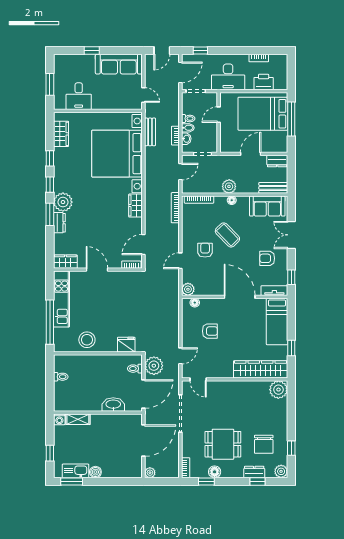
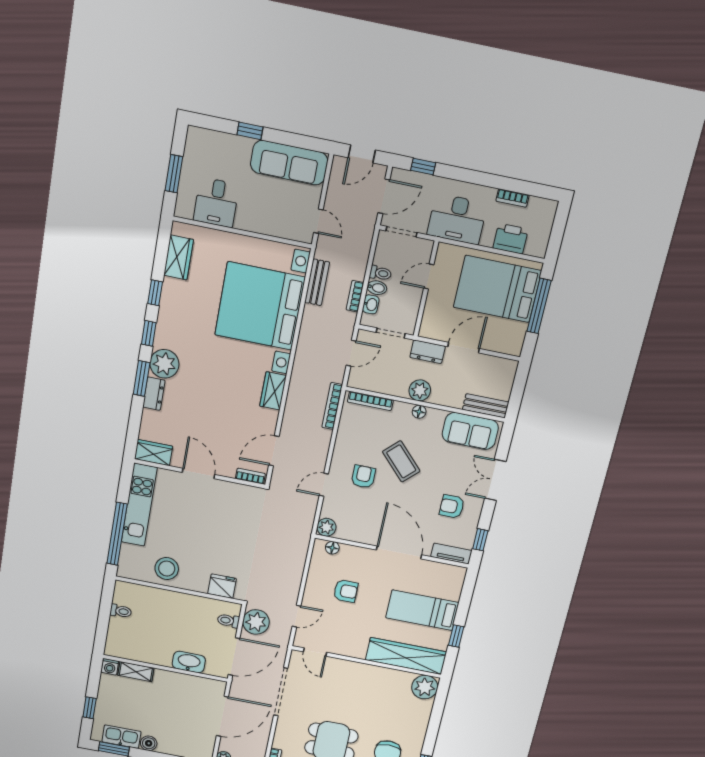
dresser: (277, 161) -> (428, 352), moved
bed: (277, 321) -> (422, 610), moved, turned 90

